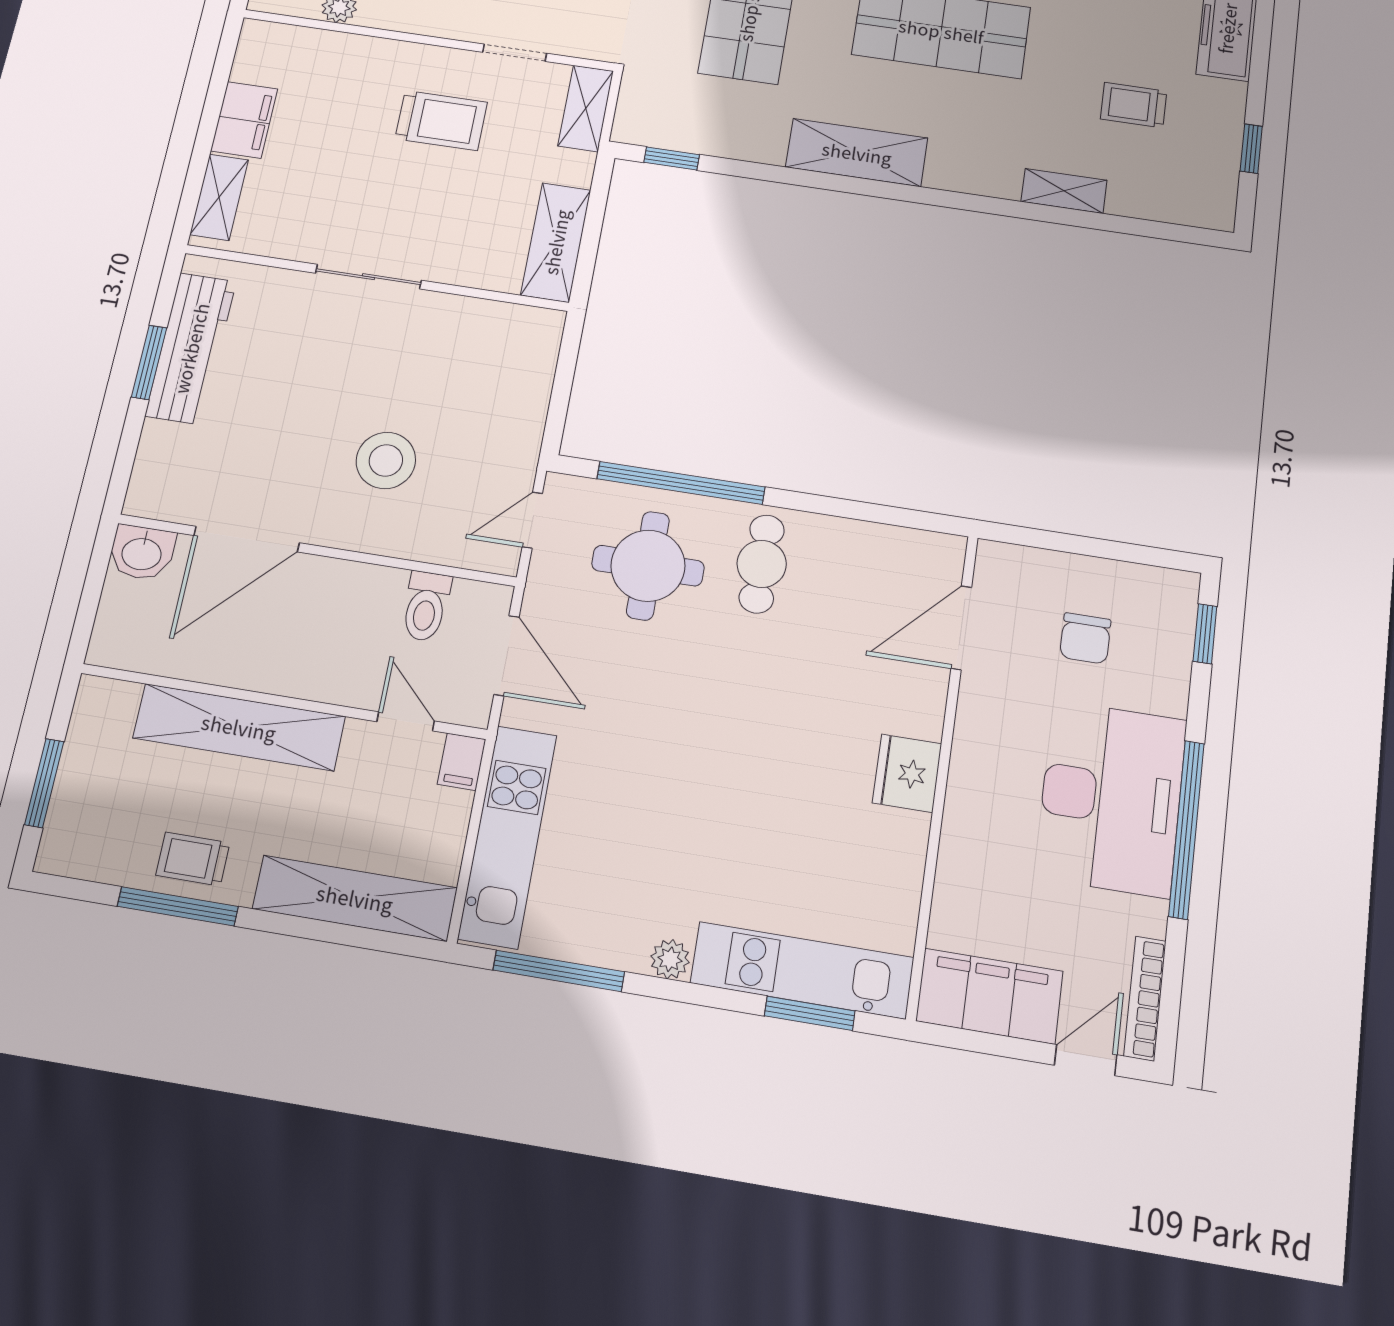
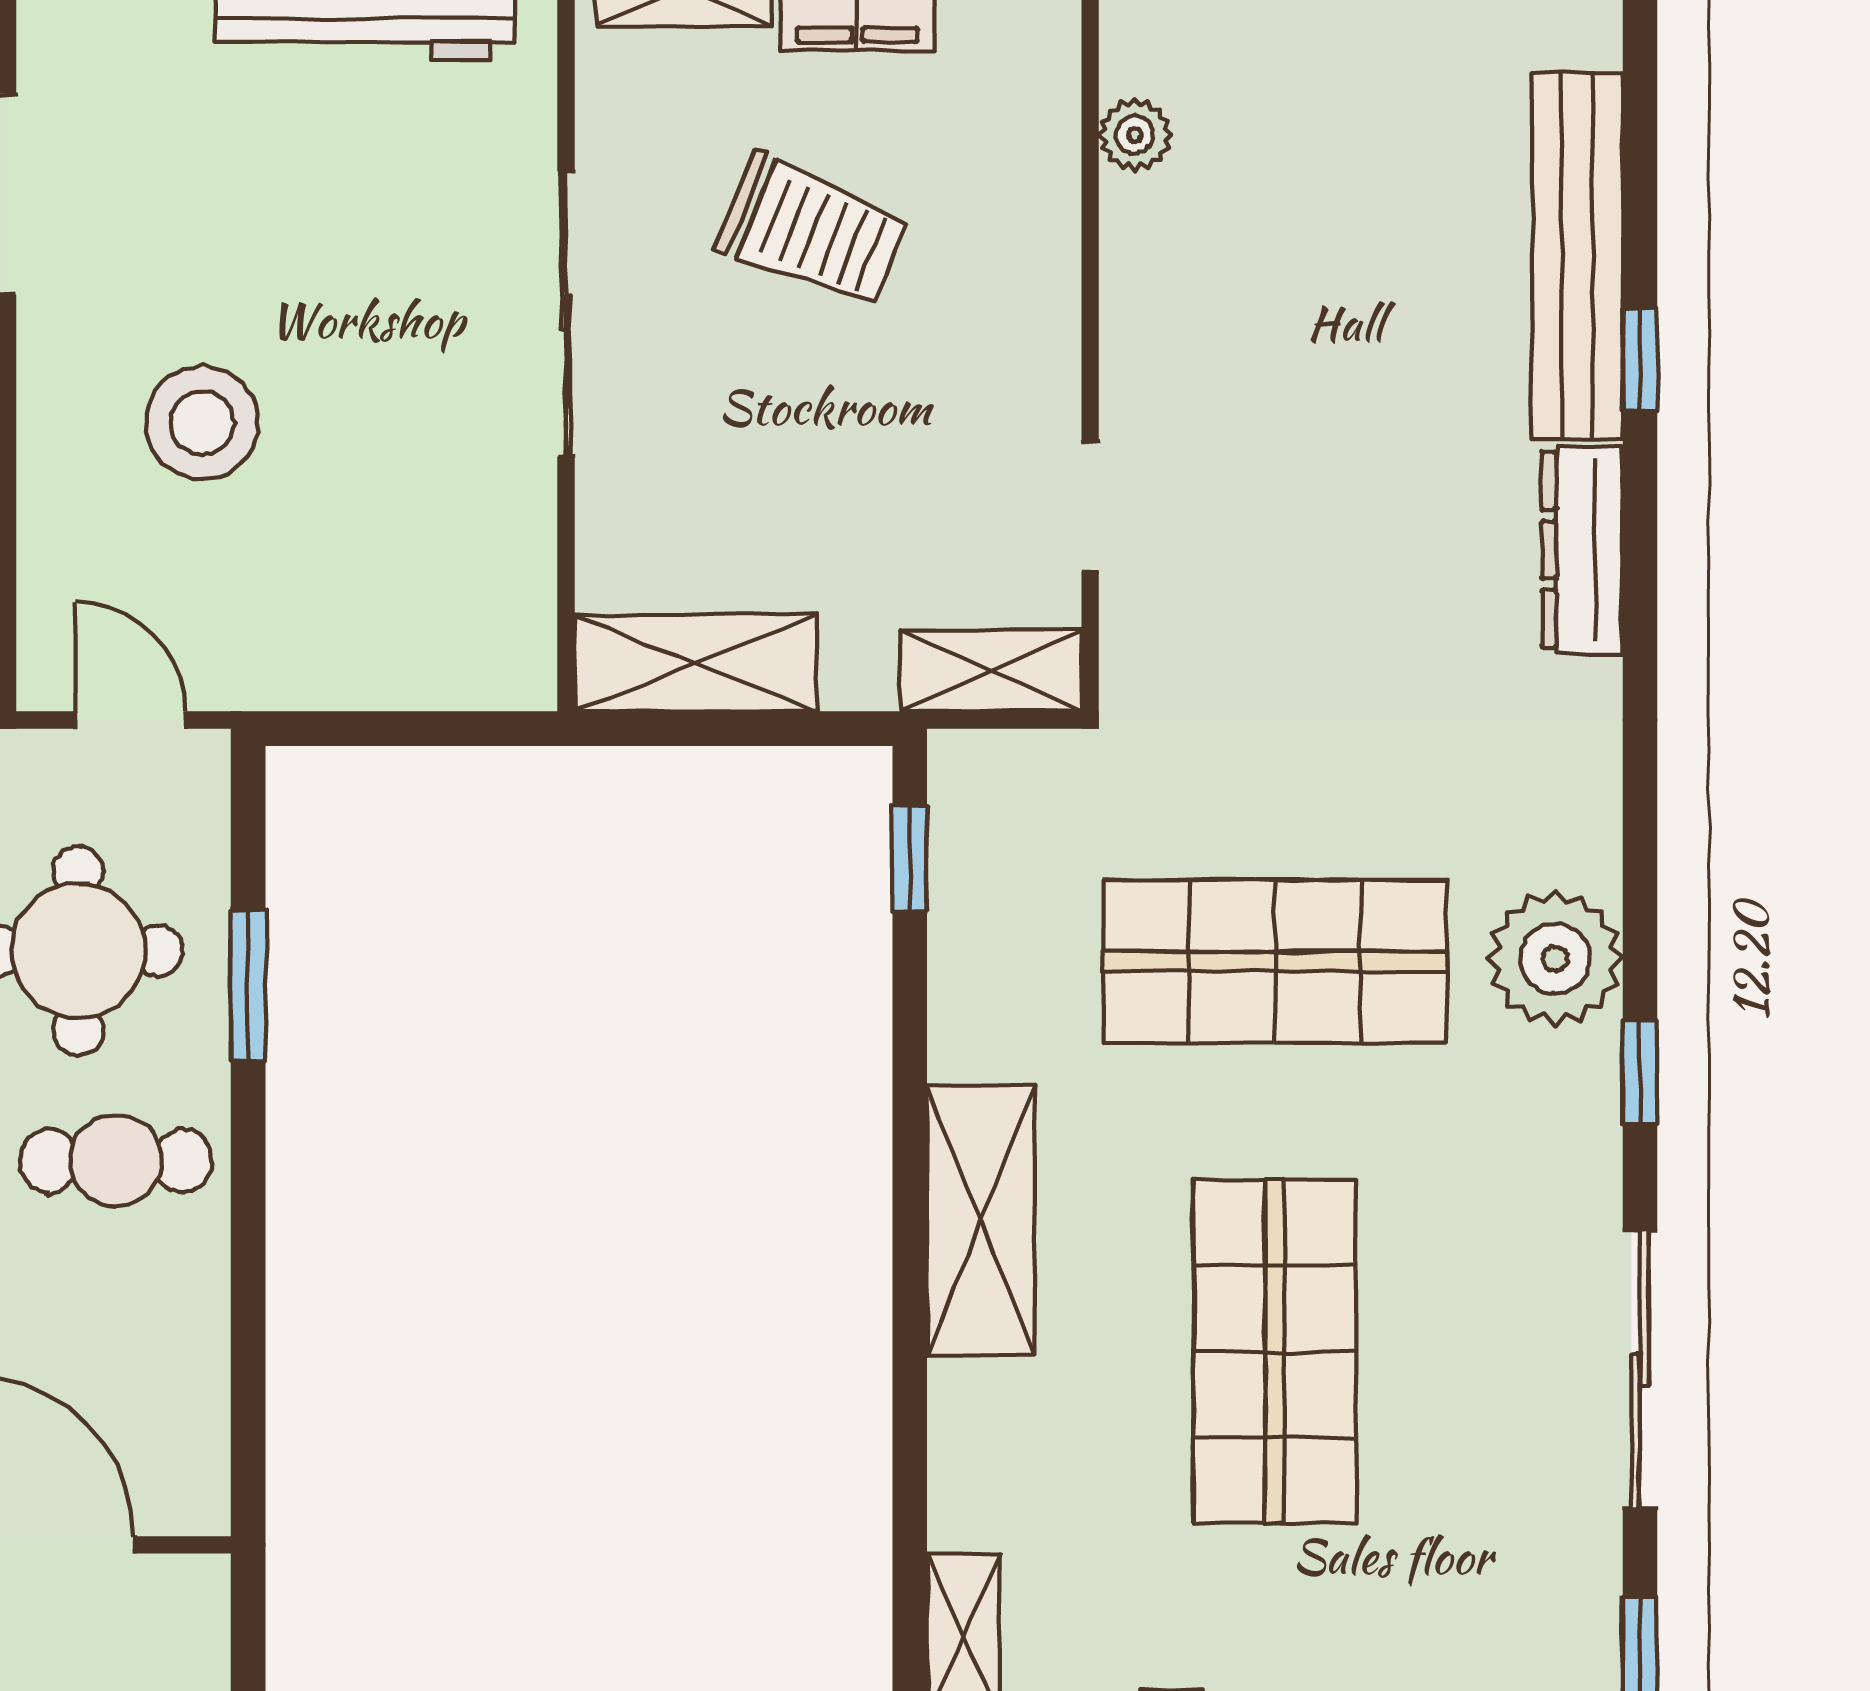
trolley: (441, 120) -> (812, 231), moved, turned -68
sliding door: (368, 277) -> (566, 314), width x1.37
window: (681, 483) -> (248, 985), width x0.47

